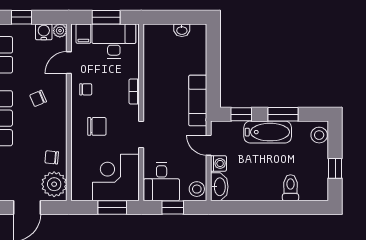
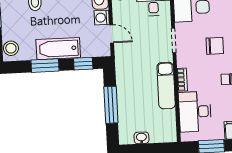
desk: (114, 41) -> (195, 112), moved, turned 90
window: (213, 68) -> (111, 105), added
exam couch: (198, 101) -> (166, 86), moved, turned 180
chair: (97, 126) -> (215, 46), turned 180

